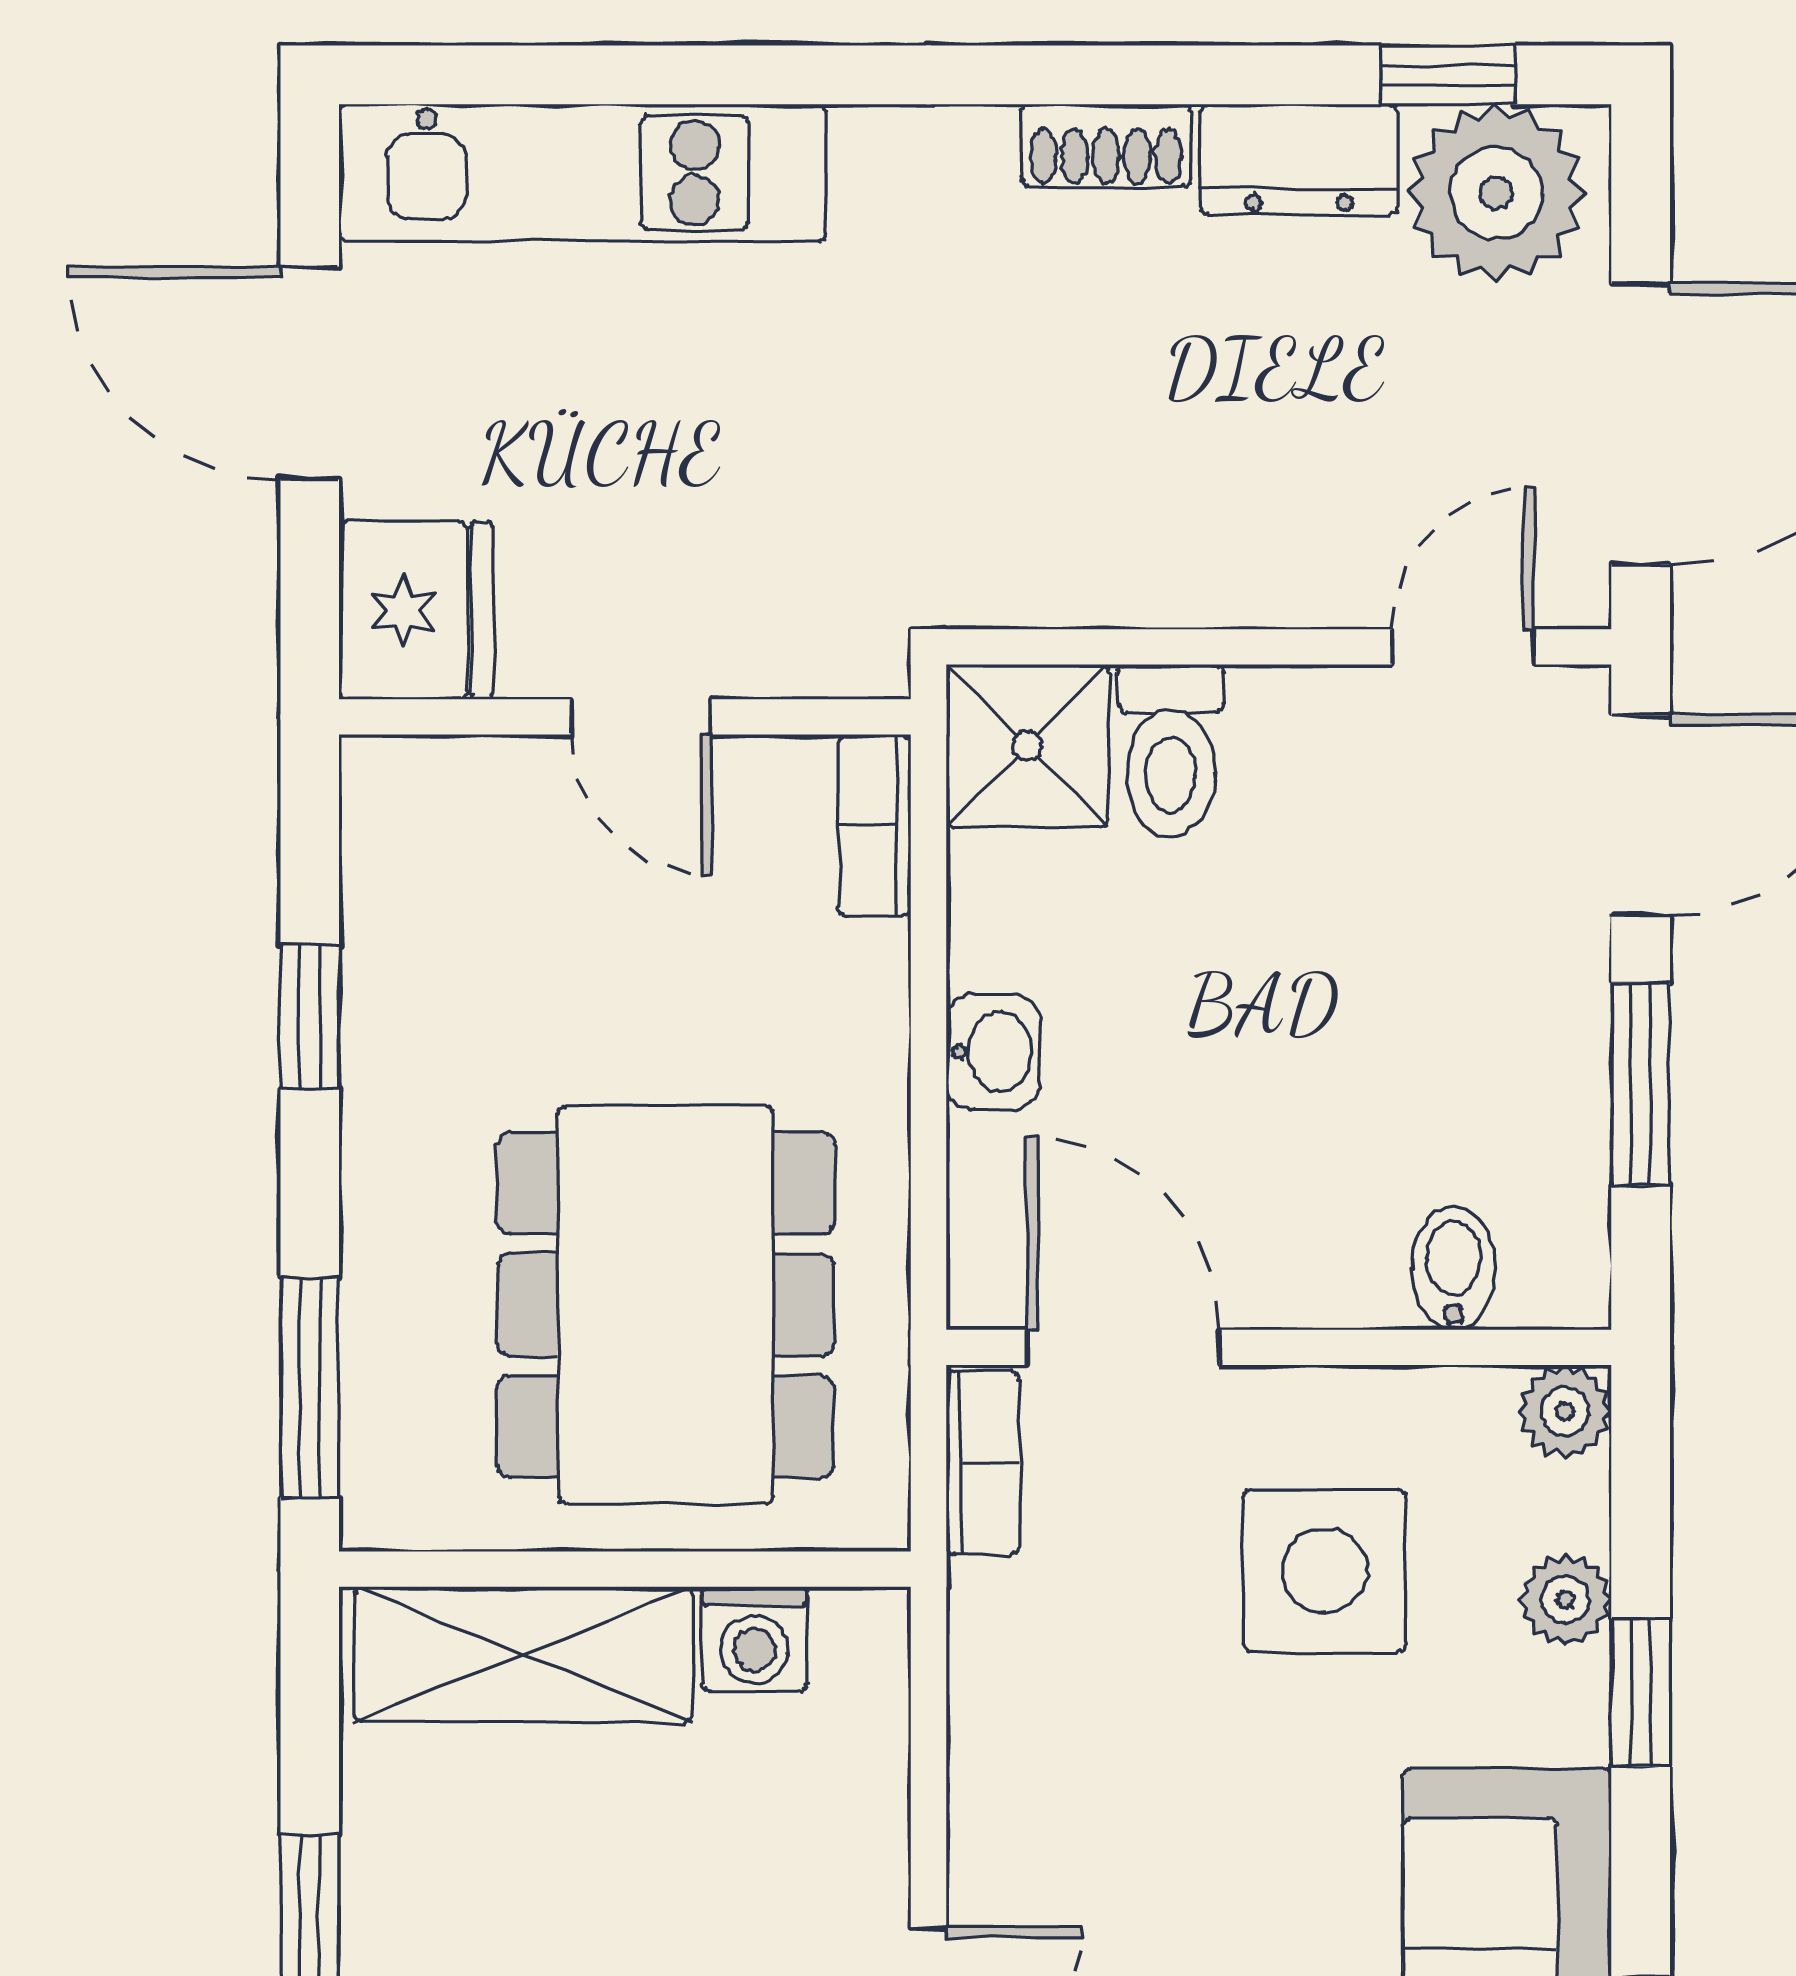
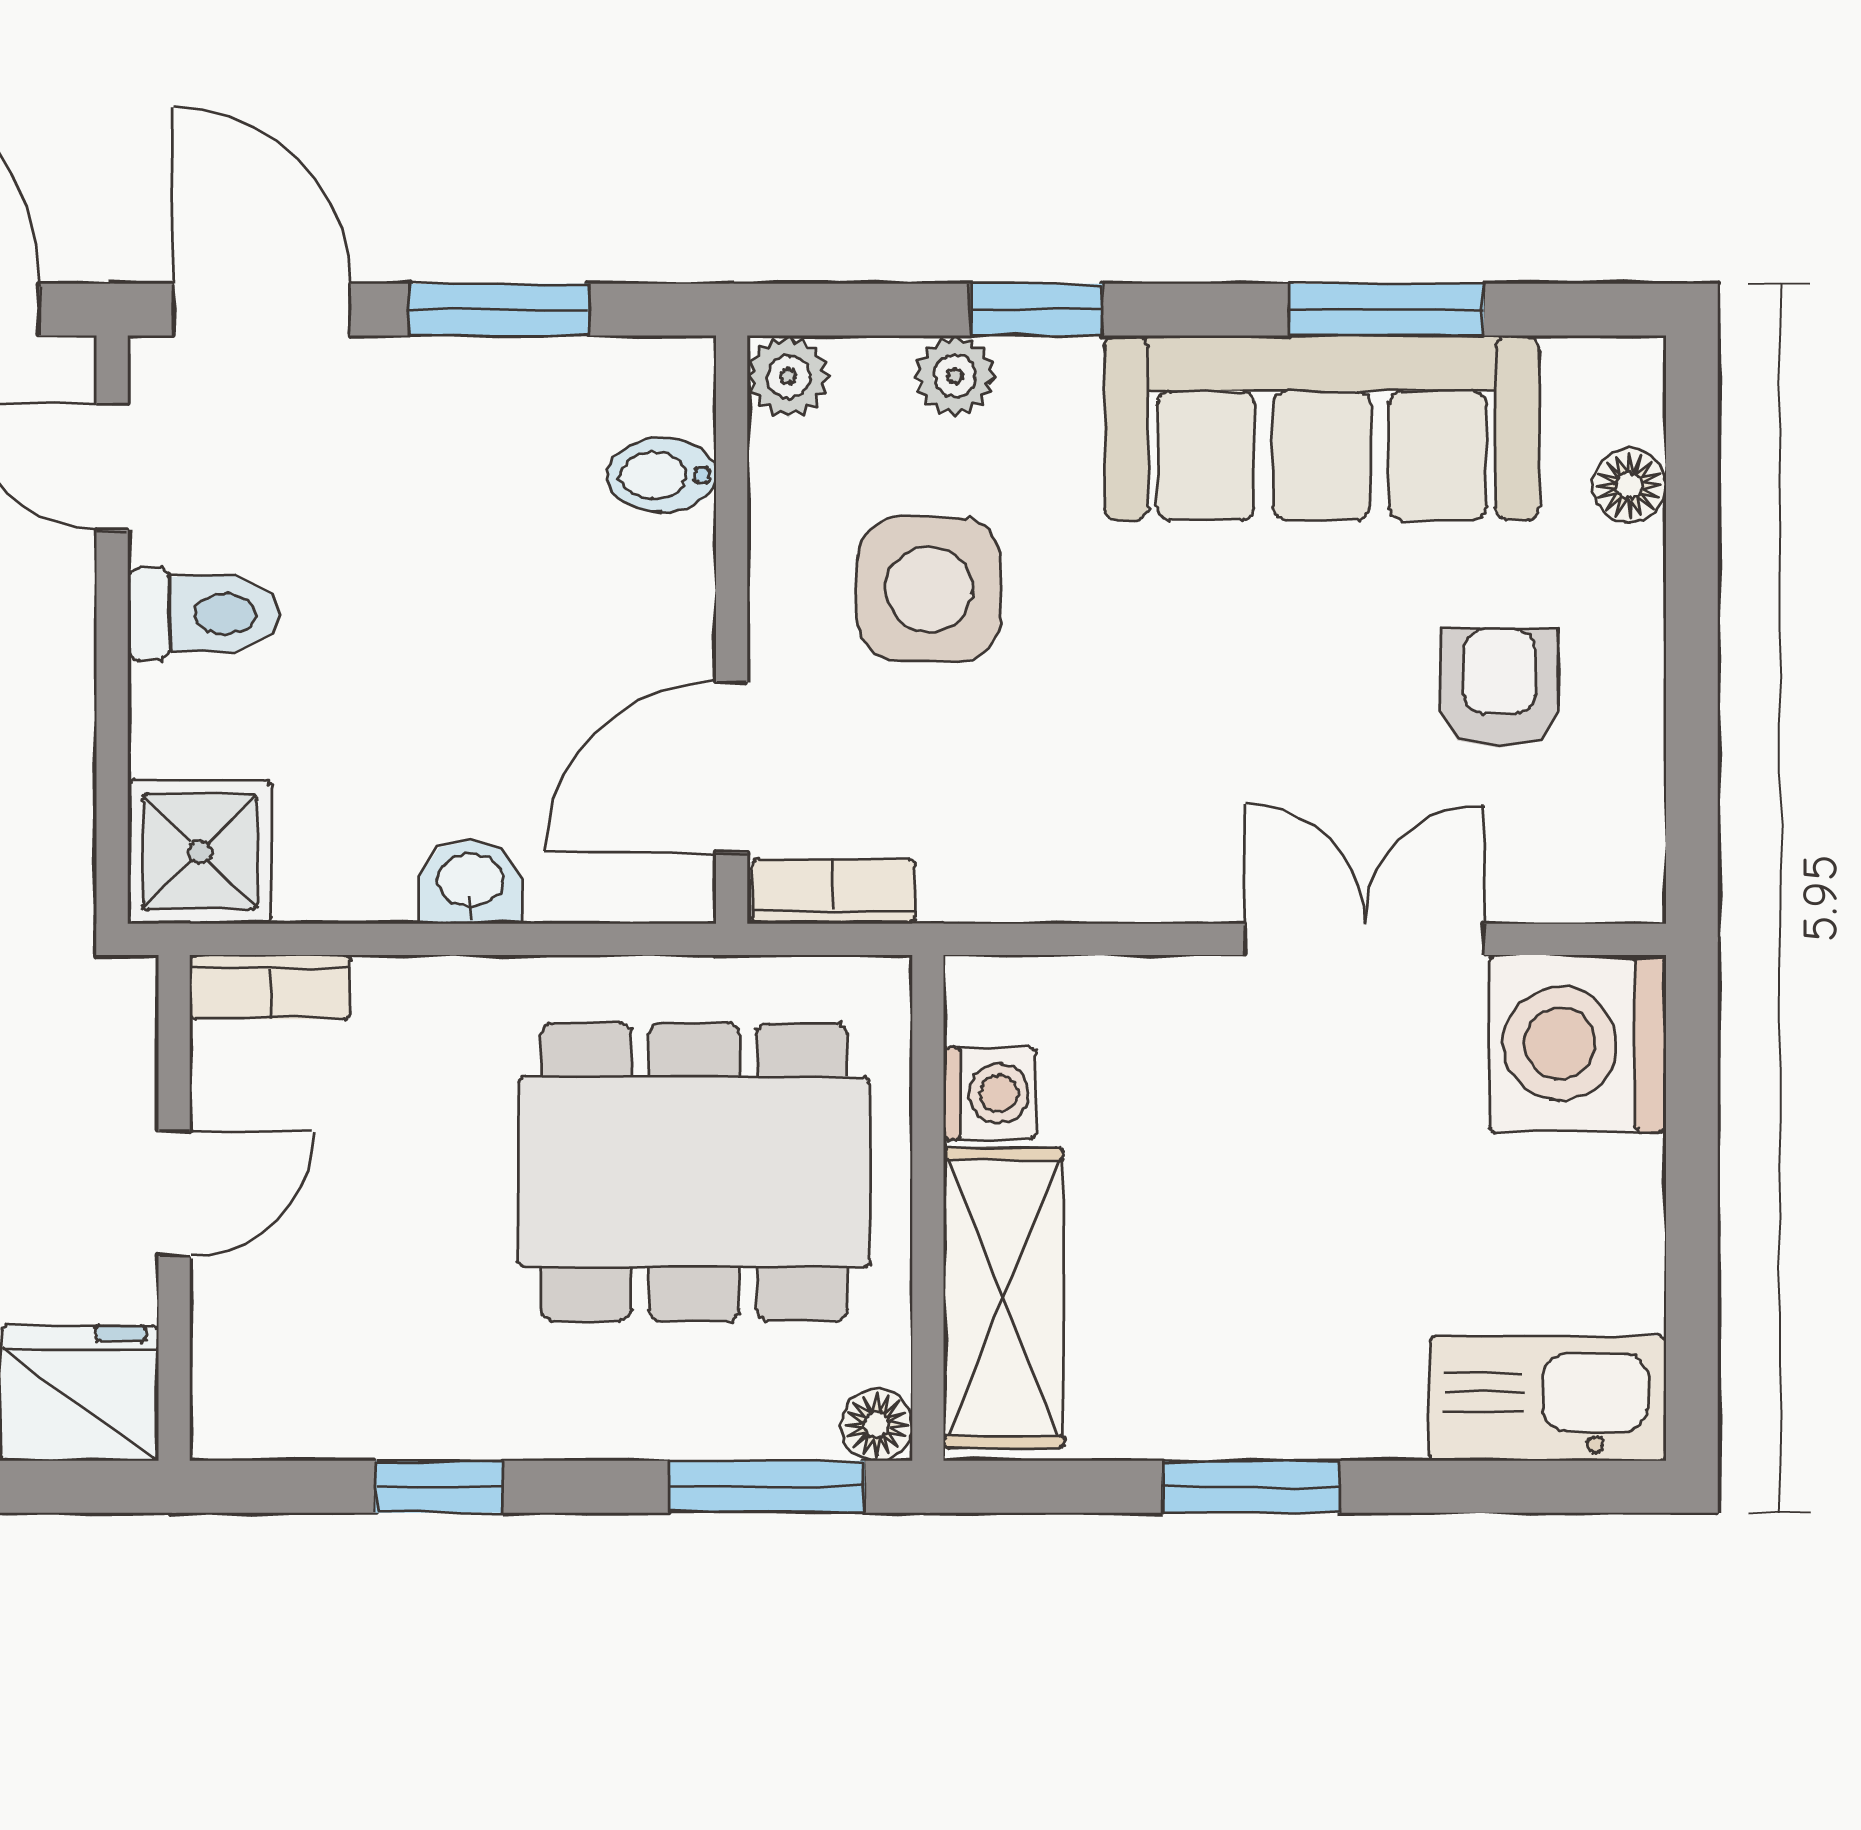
toilet: (1171, 751) -> (204, 614), moved
floor lamp: (379, 1511) -> (876, 1425), added

